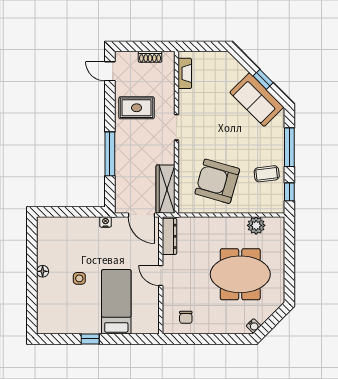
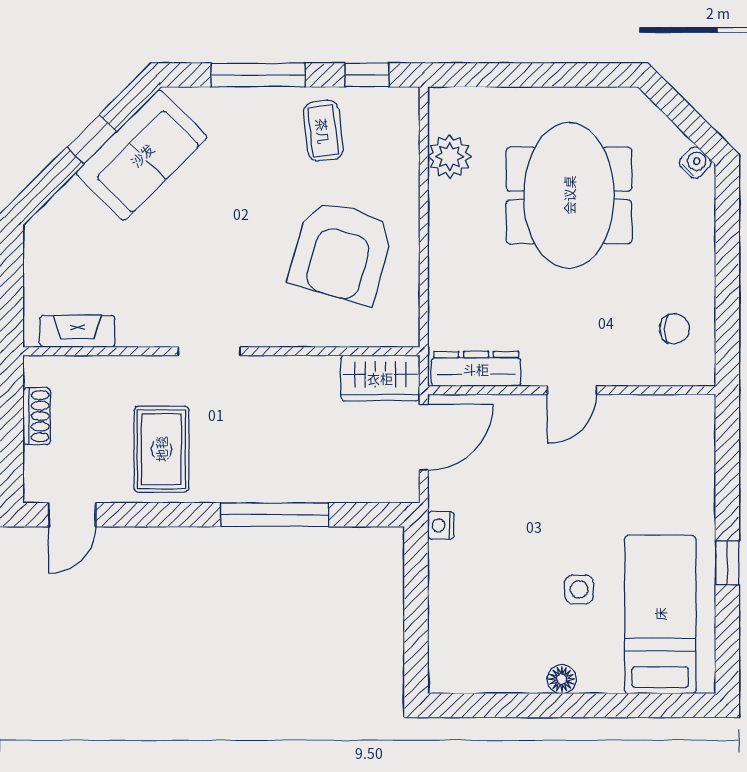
wardrobe: (166, 189) -> (380, 378), width x0.67
bed: (116, 302) -> (660, 614), moved, turned 90

